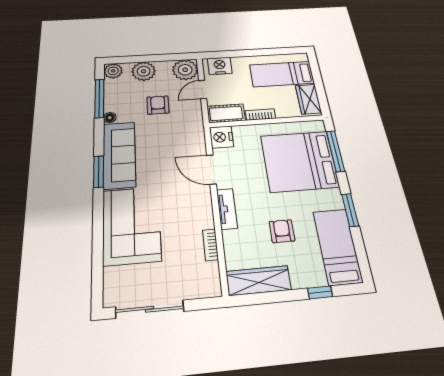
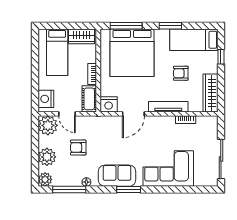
sofa: (119, 155) -> (117, 176), width x0.73
tv unit: (227, 209) -> (168, 107), width x1.41

